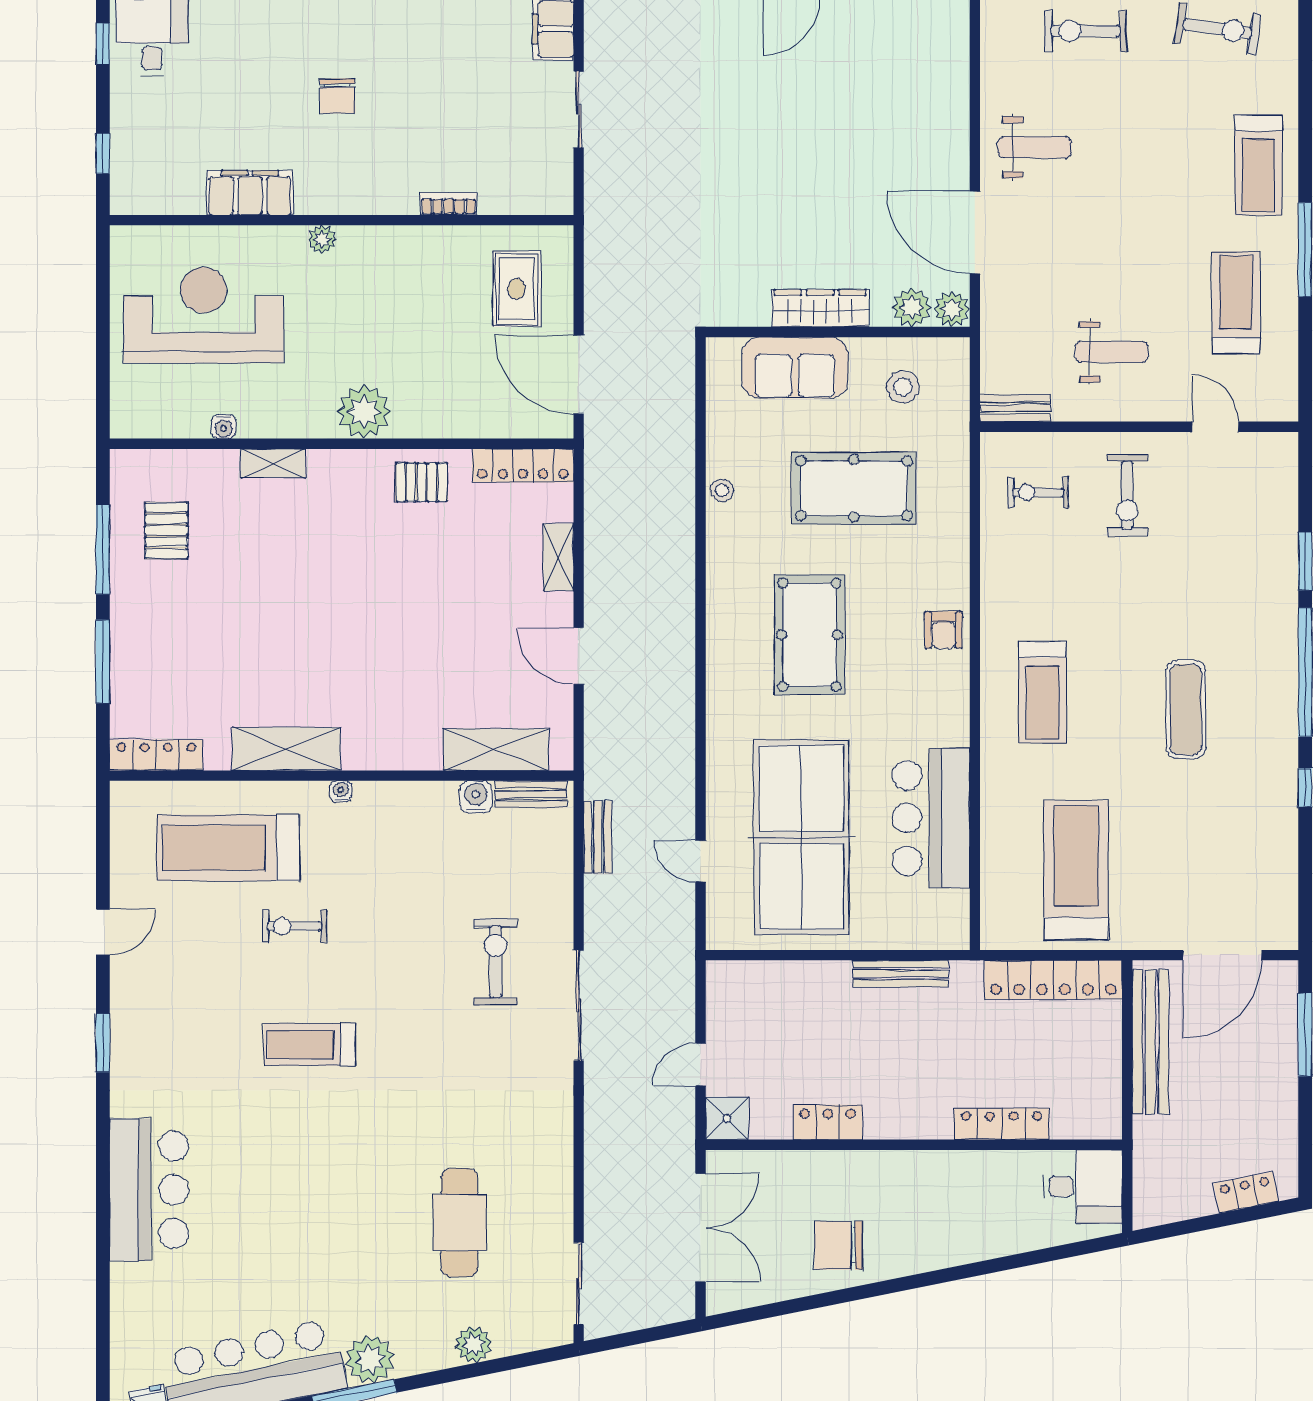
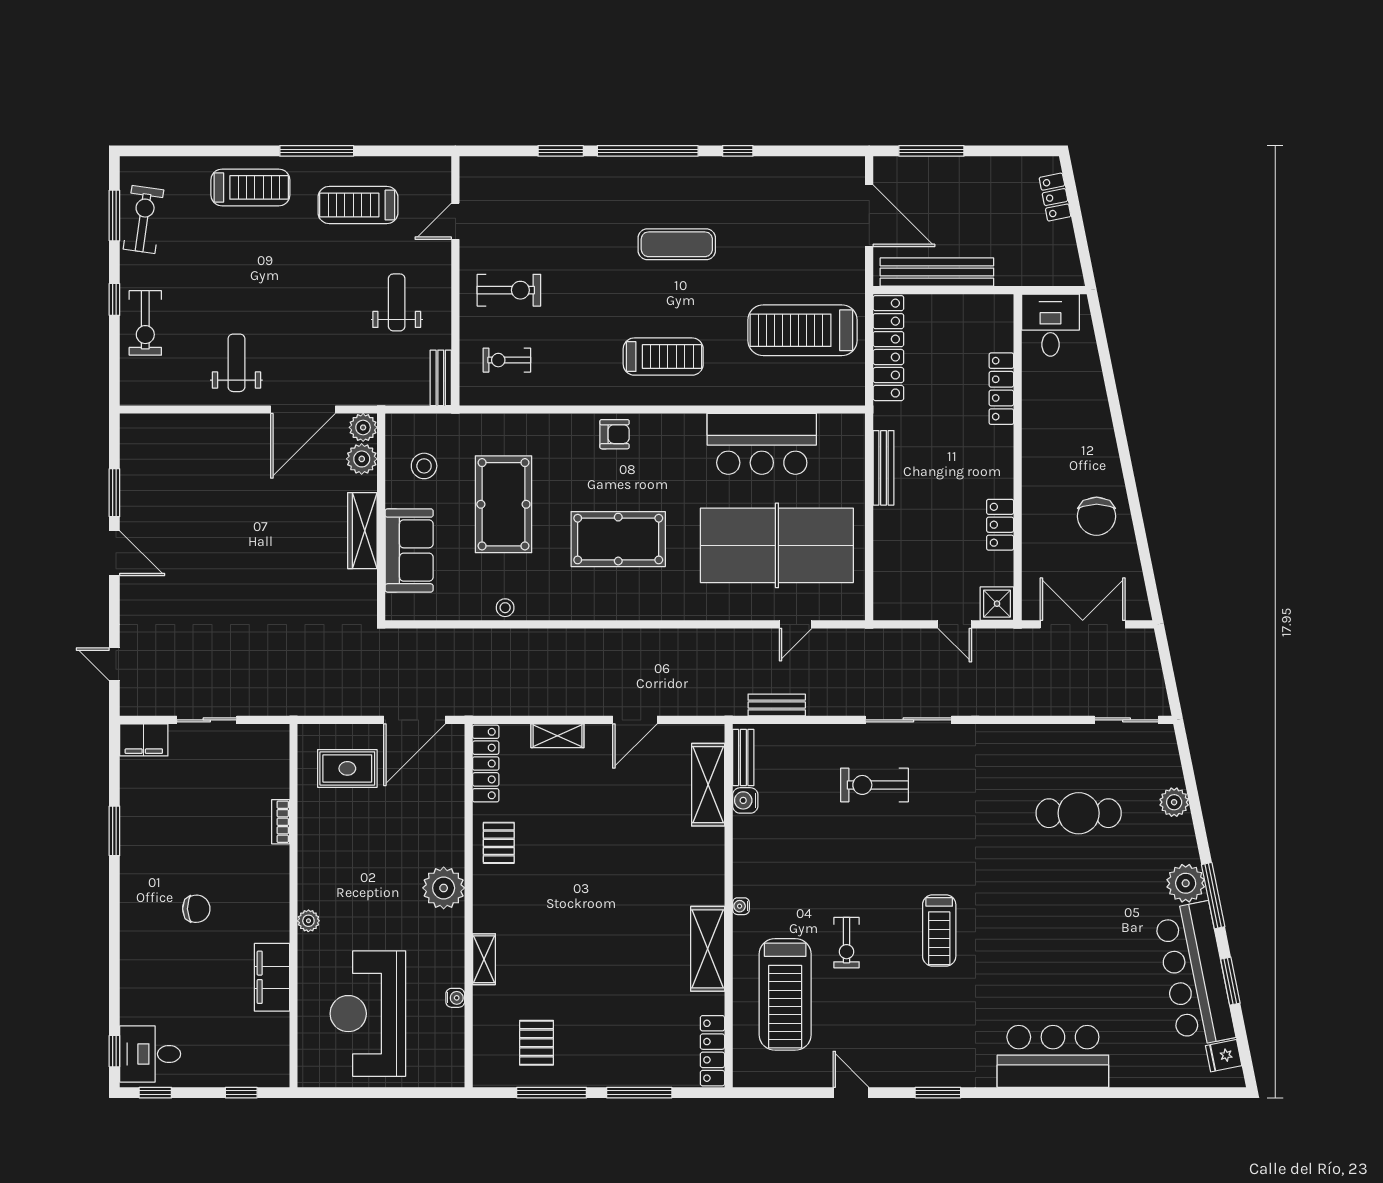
exercise bike: (1038, 493) -> (507, 360), turned 90
pallet: (166, 530) -> (536, 1043), turned 90

